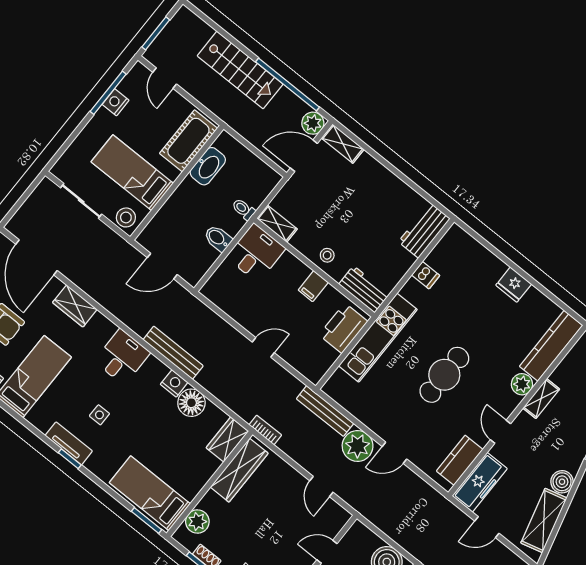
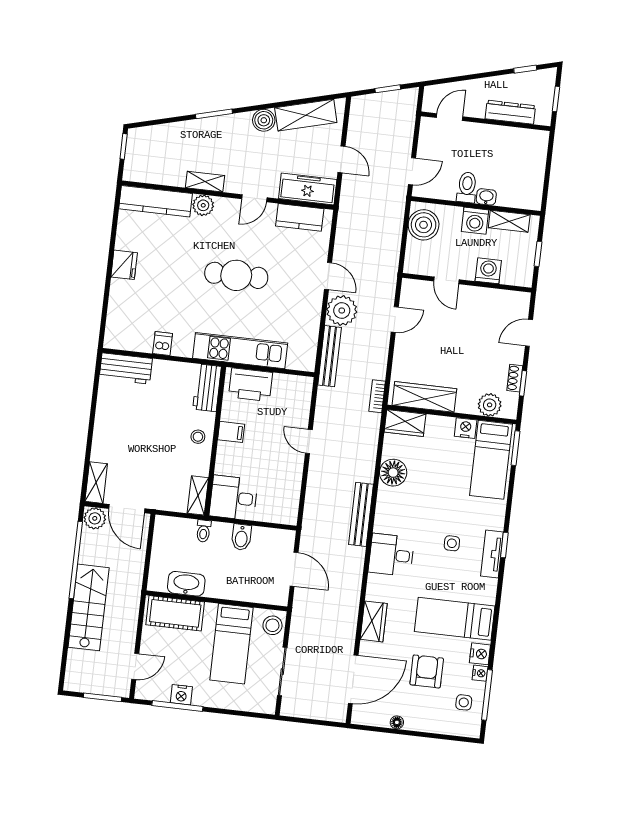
nightstand: (174, 383) -> (466, 428), moved, turned 90

